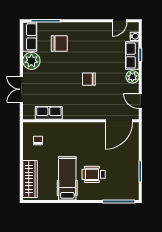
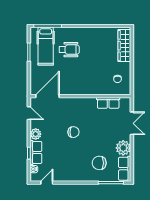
hospital bed: (67, 178) -> (46, 46), moved

